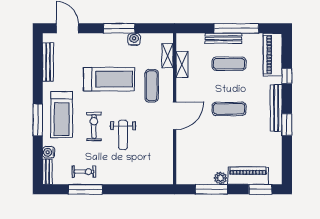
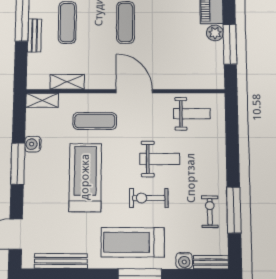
bench: (223, 38) -> (34, 35), width x0.73
shelving: (168, 56) -> (42, 100), moved
treadmill: (62, 115) -> (133, 242), turned 180
weight bench: (157, 159) -> (192, 114), added

